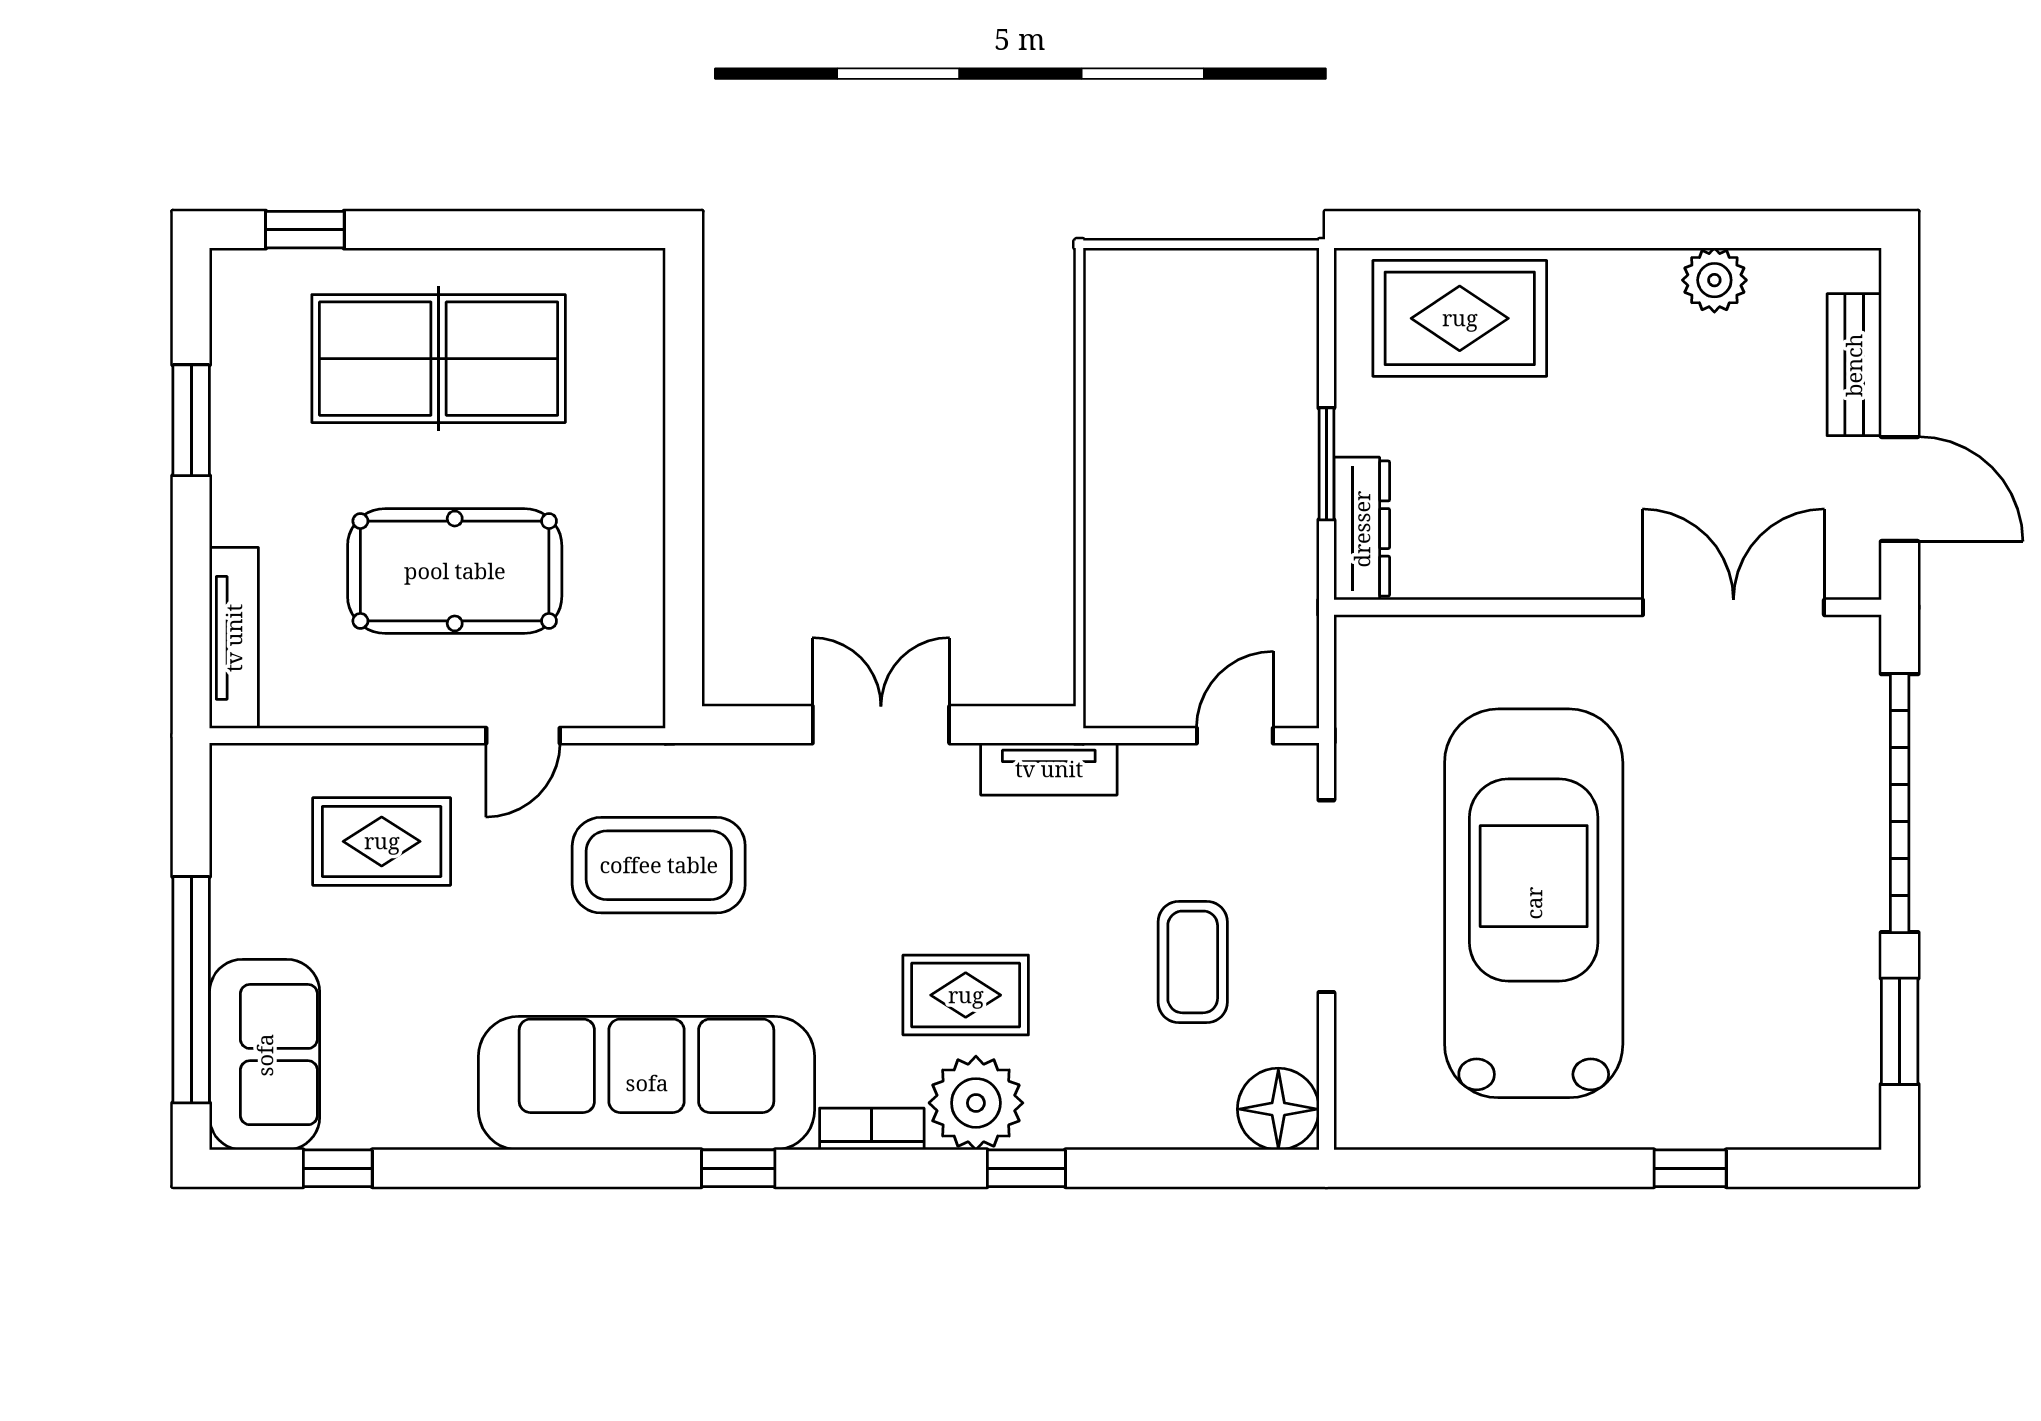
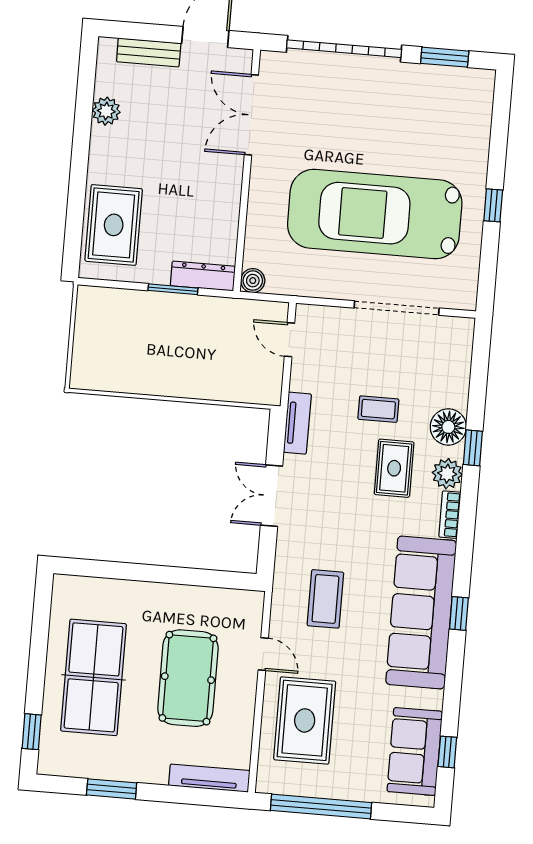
boiler: (1361, 642) -> (253, 281), added
rug: (382, 841) -> (305, 720), width x1.36, depth x1.43
coffee table: (659, 865) -> (325, 599), width x0.73, depth x0.76
doorway: (1326, 896) -> (397, 308), moved
coffee table: (1193, 962) -> (378, 409), moved, width x0.73, depth x0.77
window: (191, 990) -> (321, 807), moved
sofa: (265, 1055) -> (415, 751), moved, turned -90
plant: (976, 1103) -> (447, 474), width x0.73, depth x0.73
floor lamp: (1278, 1109) -> (448, 427), moved
window: (738, 1168) -> (459, 613), moved
window: (1690, 1168) -> (493, 205), moved

